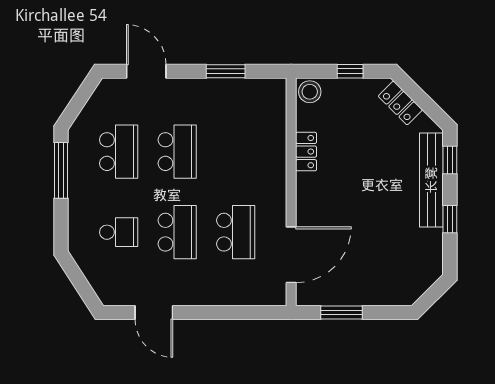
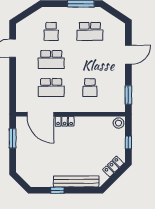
door: (146, 71) -> (128, 55), moved
window: (226, 71) -> (128, 95), moved
school desk: (177, 152) -> (90, 88), moved, width x0.54
locker: (306, 152) -> (65, 121), moved
window: (450, 160) -> (86, 190), removed

